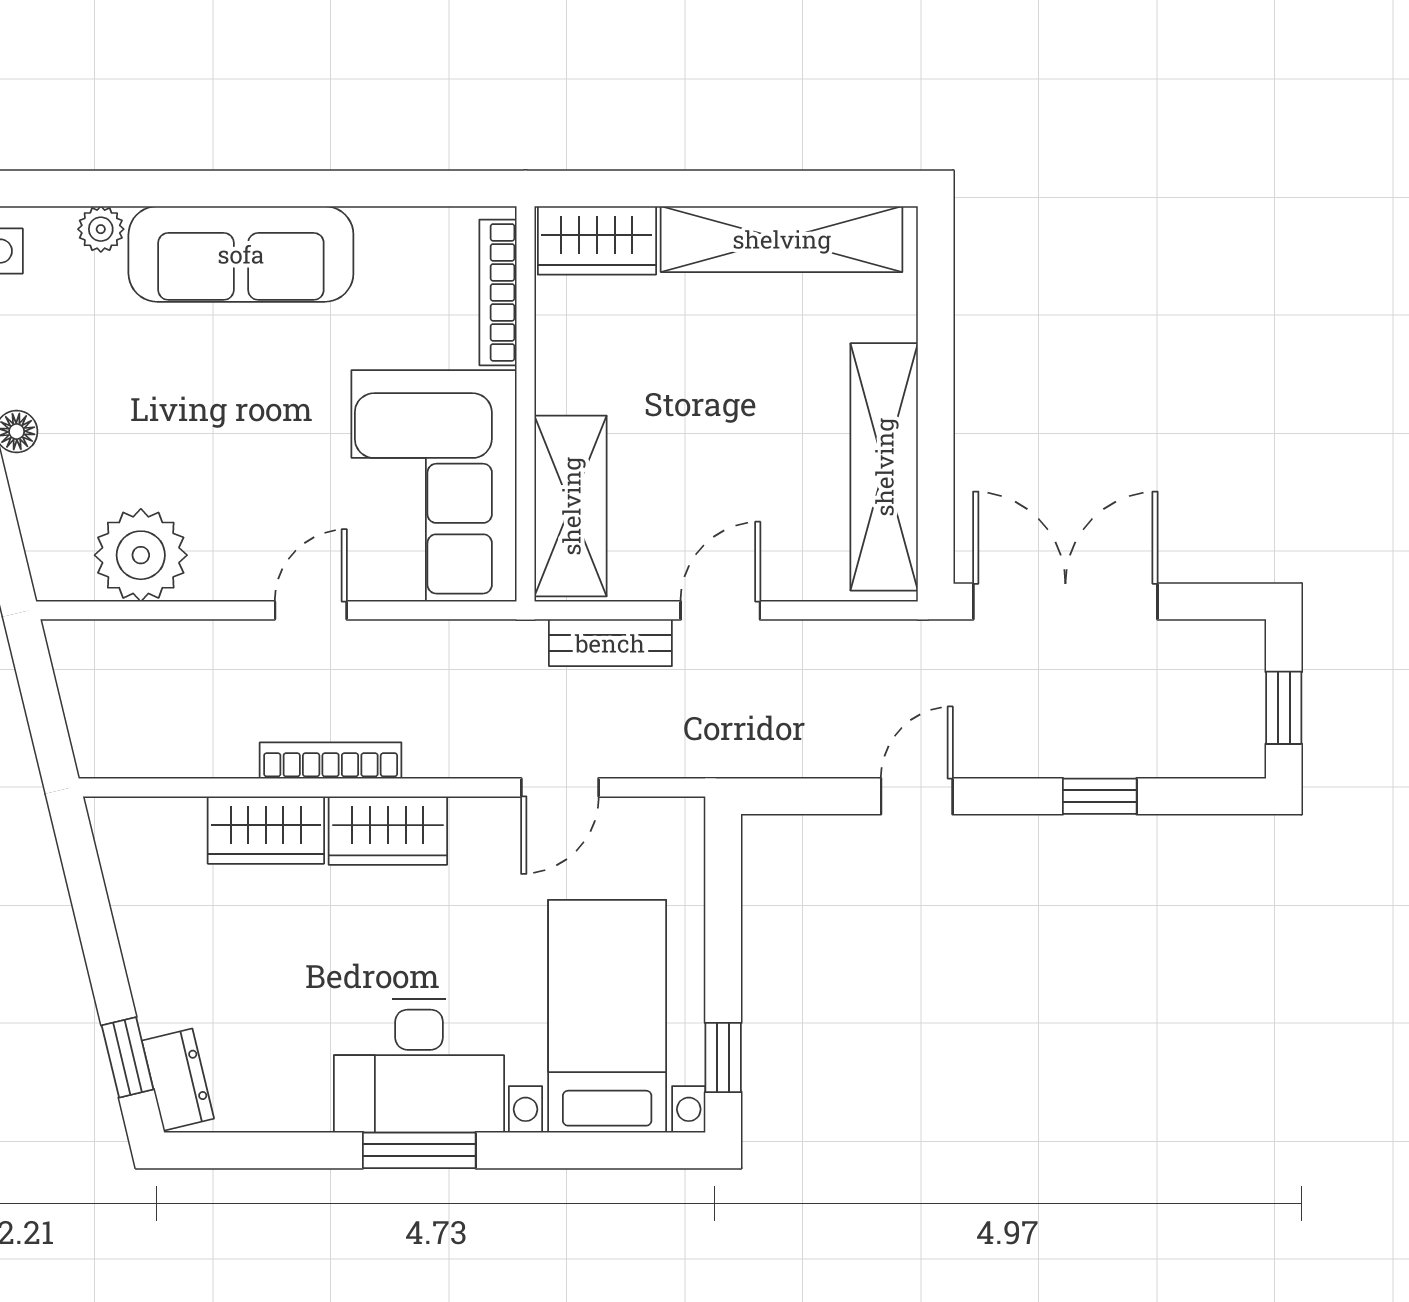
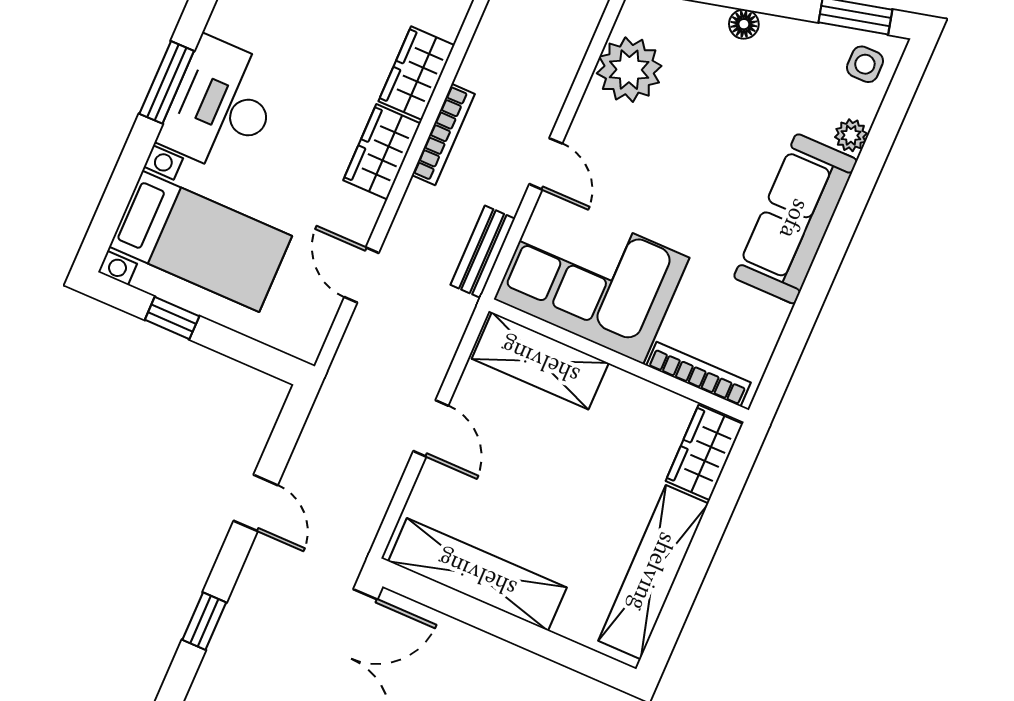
bench: (610, 643) -> (483, 252), moved
window: (723, 1057) -> (172, 318), moved

